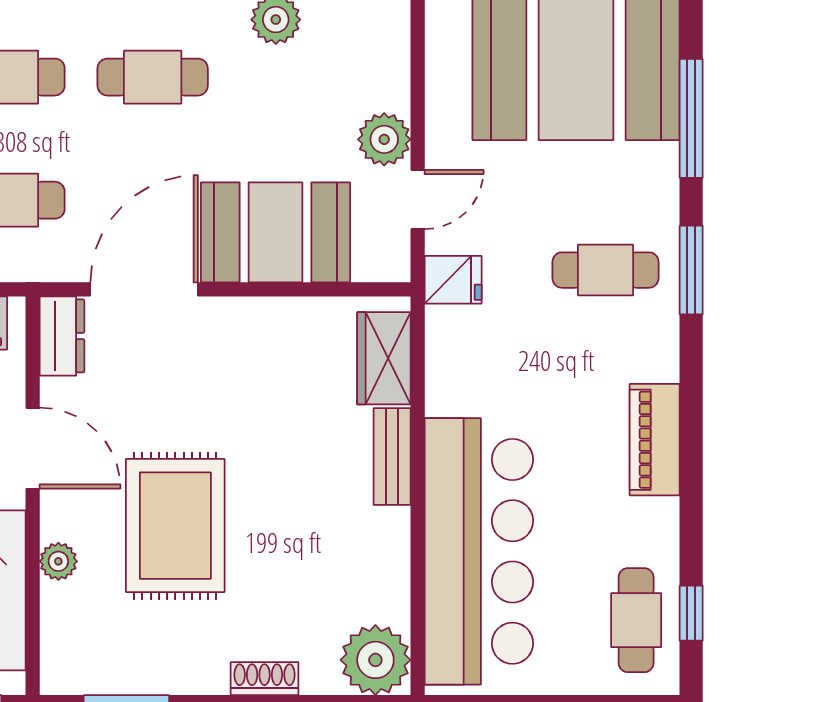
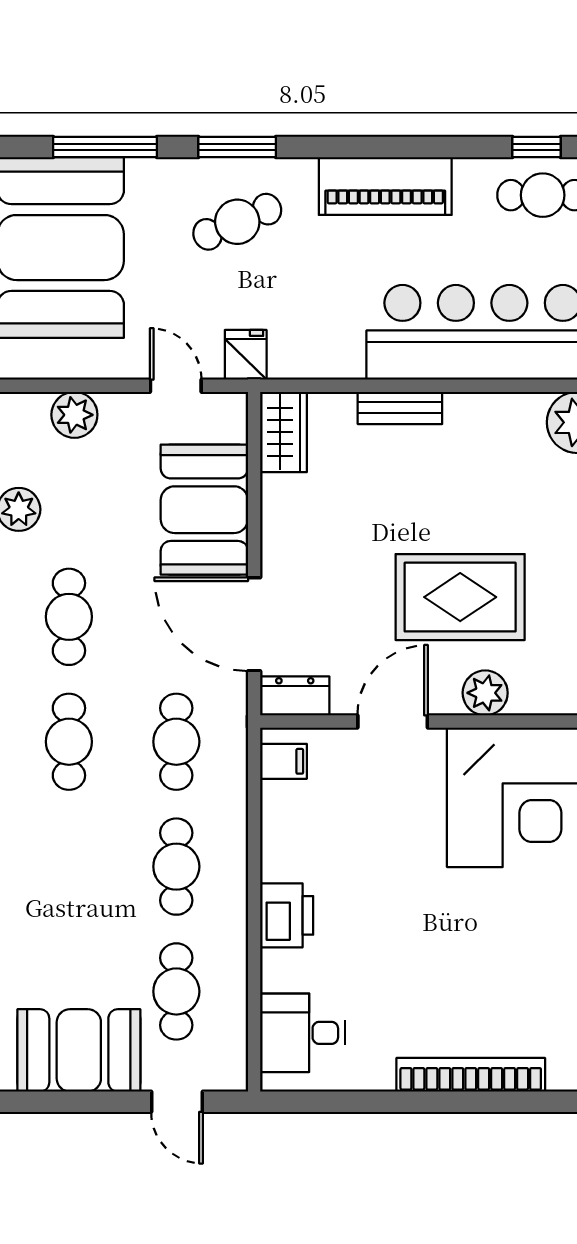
plant: (384, 139) -> (74, 415), moved
cafe table: (606, 270) -> (237, 222), turned 67
wardrobe: (384, 358) -> (283, 432), moved, turned -90
piano: (655, 440) -> (385, 186), width x1.37, depth x1.33
plant: (58, 561) -> (485, 693), width x1.38, depth x1.38

